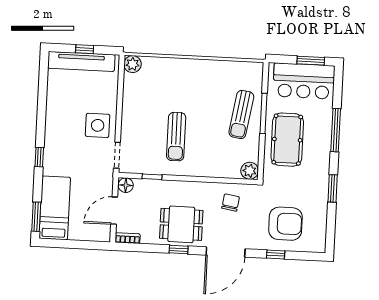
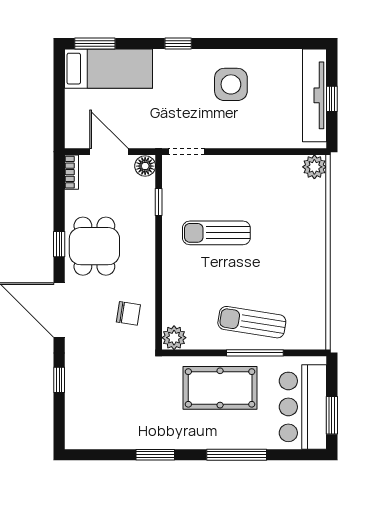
side table: (98, 125) -> (231, 84), moved
armchair: (285, 224) -> (103, 391), removed

